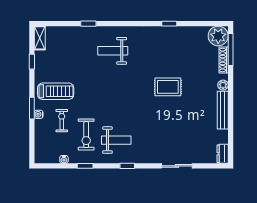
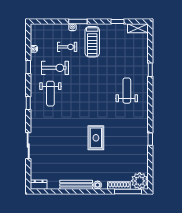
exercise bike: (86, 135) -> (55, 68), turned 180

